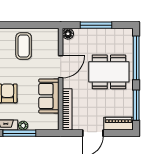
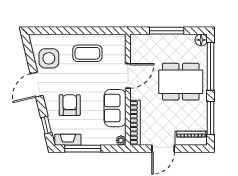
floor lamp: (68, 34) -> (201, 40), moved
coffee table: (24, 46) -> (87, 53), turned 90
plant: (23, 126) -> (121, 140), moved

